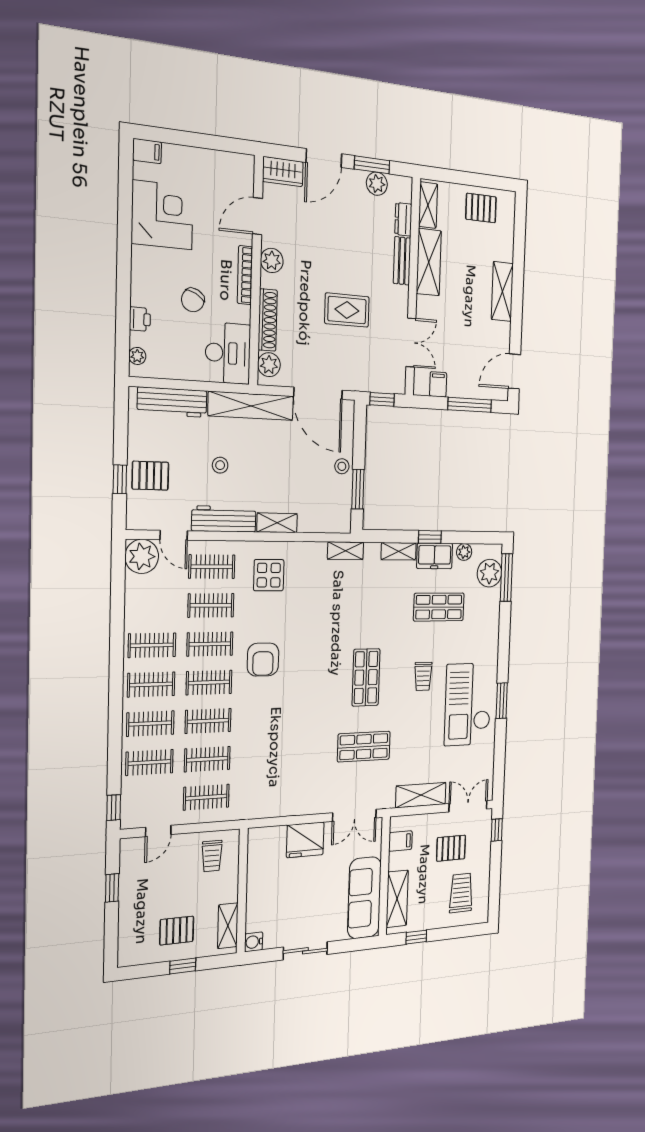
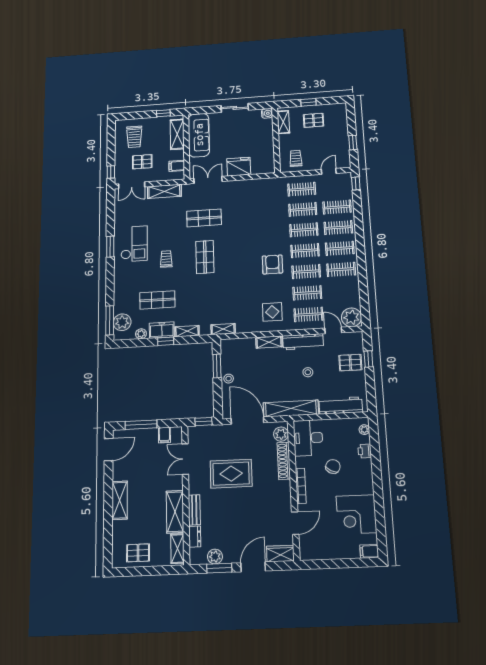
plant: (272, 260) -> (284, 497), removed
rug: (347, 310) -> (231, 474), width x1.36, depth x1.43
checkout: (468, 704) -> (134, 244), width x0.73, depth x0.83

